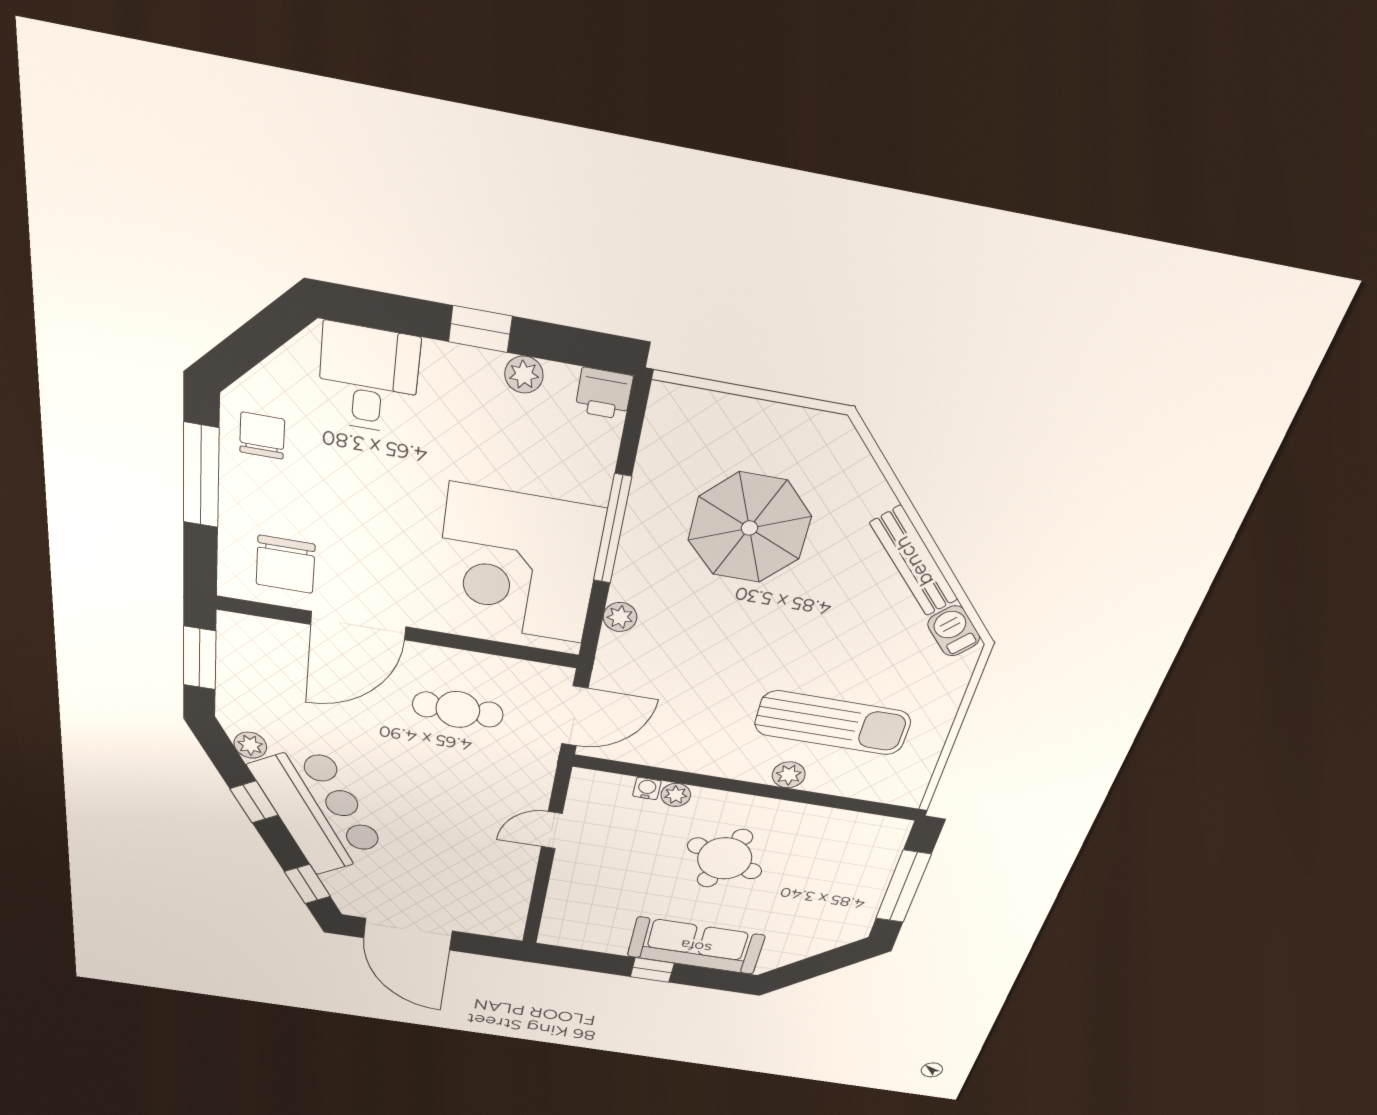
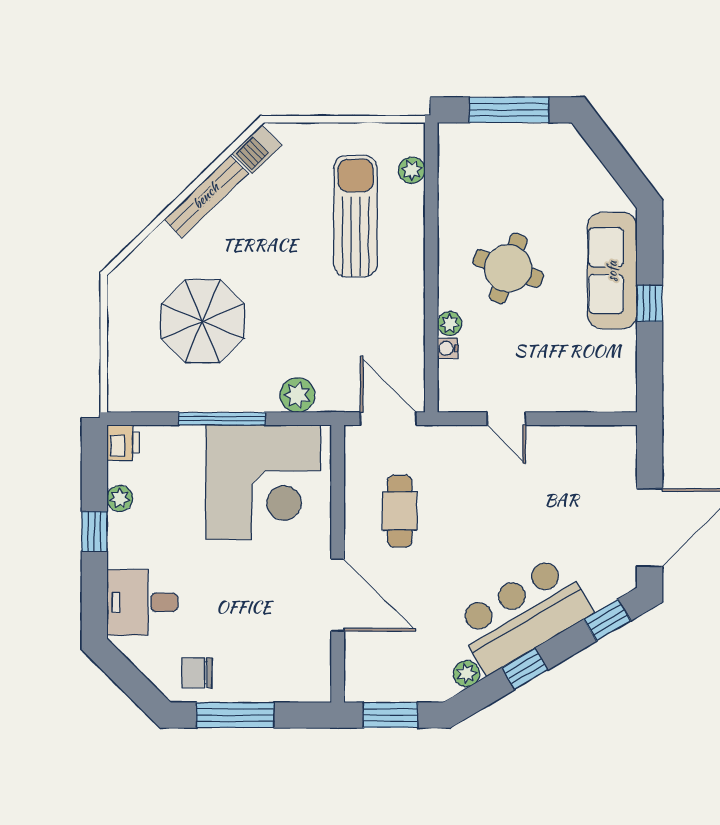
chair: (285, 564) -> (295, 652), removed
plant: (620, 617) -> (297, 395), width x1.38, depth x1.38
plant: (789, 775) -> (412, 170), moved

